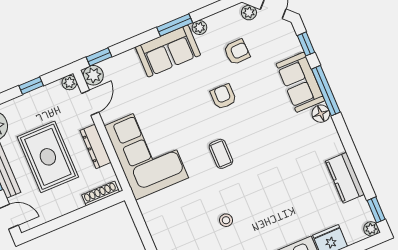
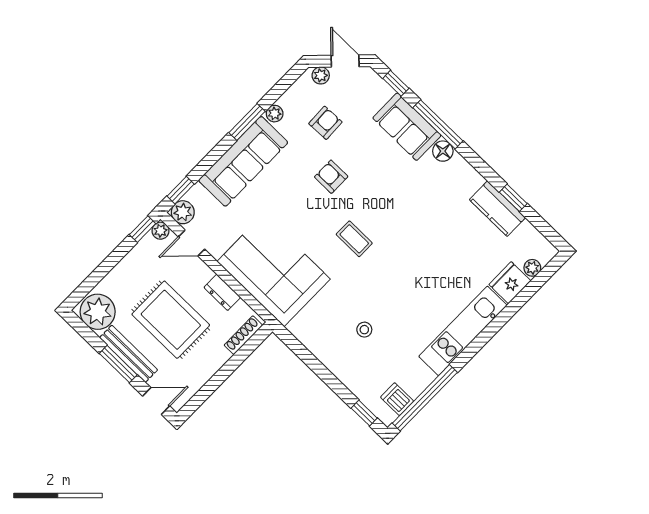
sofa: (168, 51) -> (243, 161), width x1.36
window: (31, 86) -> (143, 229), moved
door: (90, 103) -> (192, 243), swing flipped
dresser: (96, 146) -> (222, 292), width x0.70
window: (376, 210) -> (513, 198), moved
stool: (226, 220) -> (364, 330), moved
plant: (371, 229) -> (532, 268), moved

